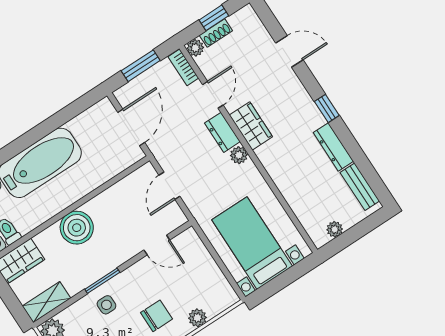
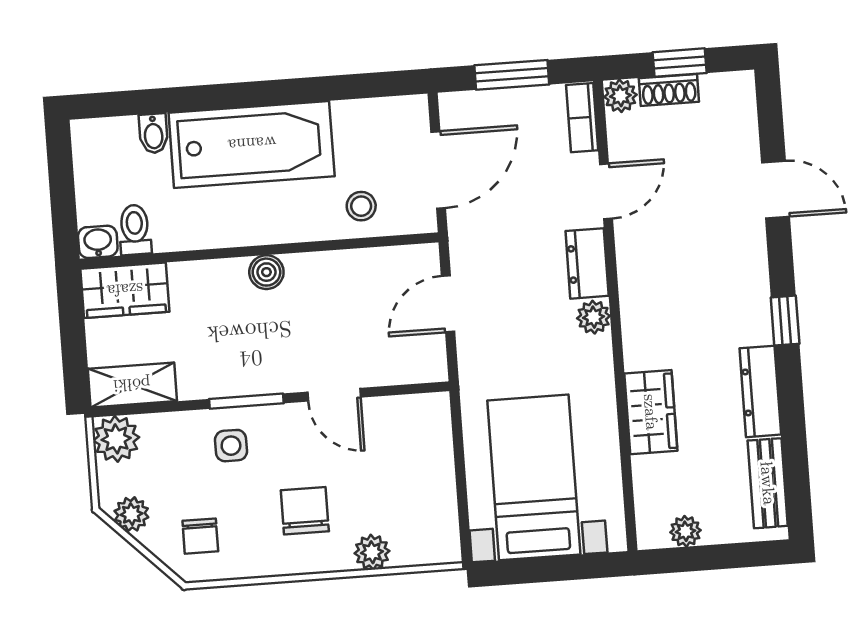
wardrobe: (251, 126) -> (651, 412), moved
stool: (105, 163) -> (361, 206), added
boiler: (77, 228) -> (266, 272), width x0.54, depth x0.54
door: (157, 245) -> (334, 395), moved
chair: (156, 316) -> (305, 511), turned -90

